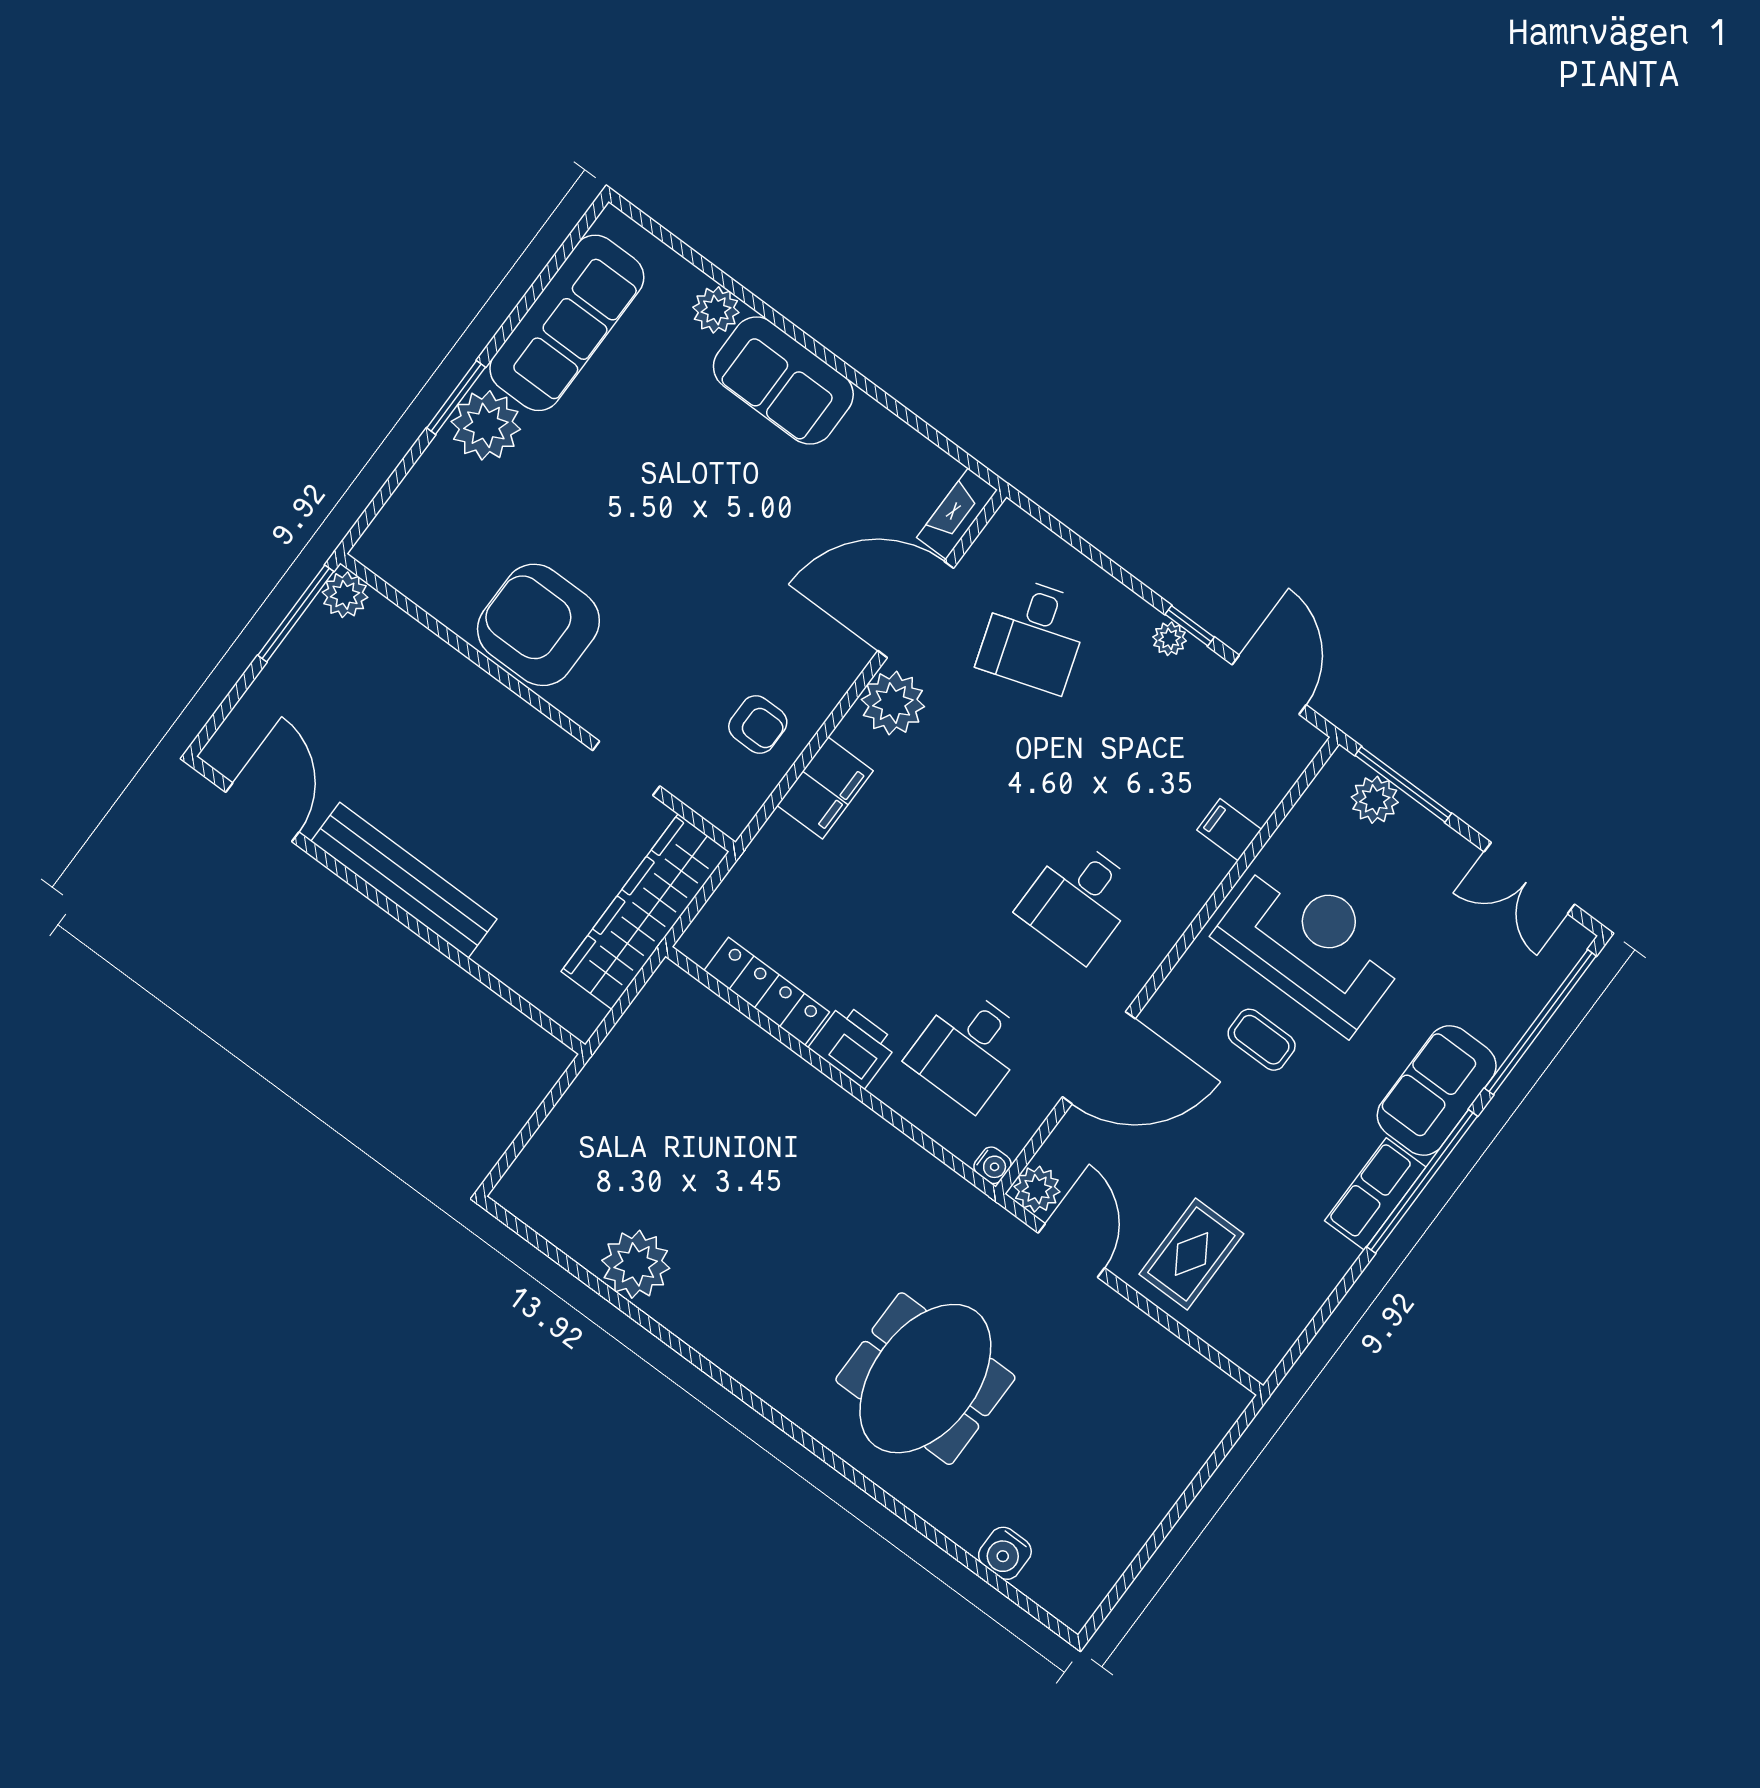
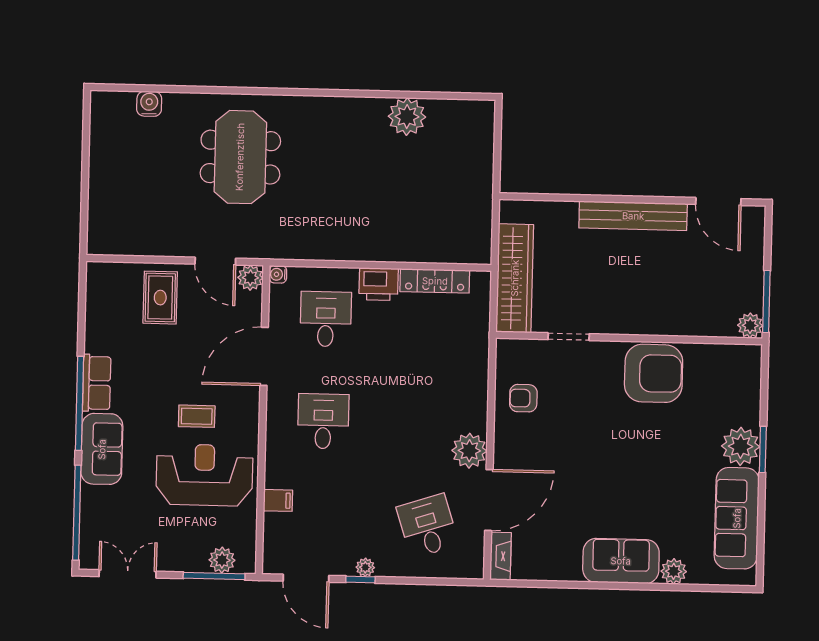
filing cabinet: (825, 788) -> (473, 391), removed
reception desk: (1312, 944) -> (204, 475), turned 180

